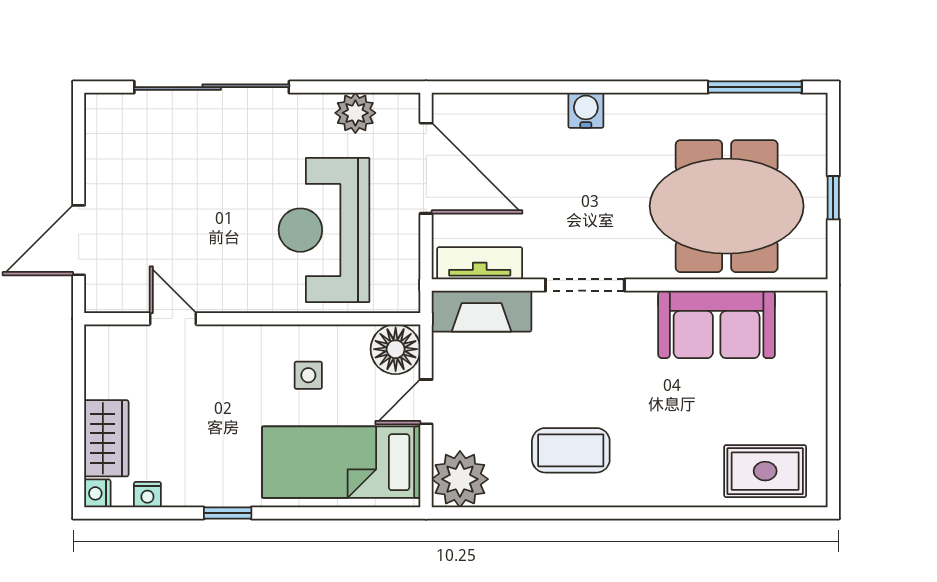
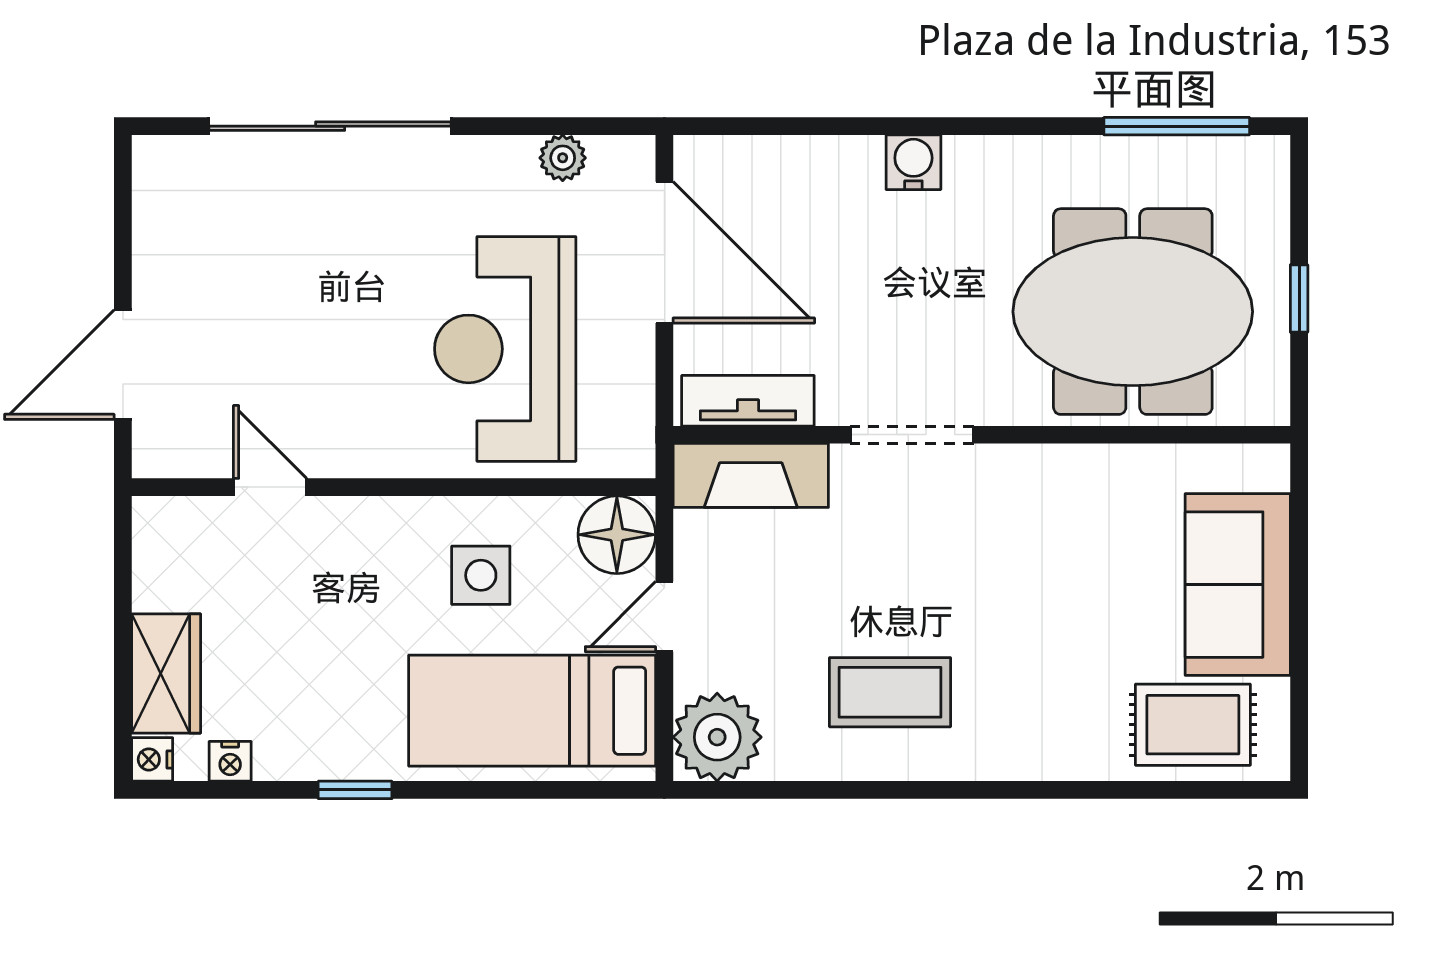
plant: (355, 113) -> (563, 158), width x0.73, depth x0.73
sofa: (717, 324) -> (1238, 585), moved, turned 90
side table: (308, 375) -> (481, 575), width x1.37, depth x1.37

